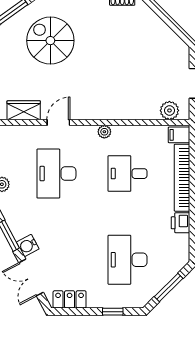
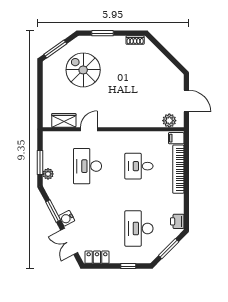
plant: (104, 132) -> (122, 136), removed
printer: (180, 223) -> (177, 221), moved

